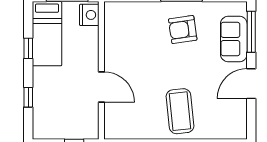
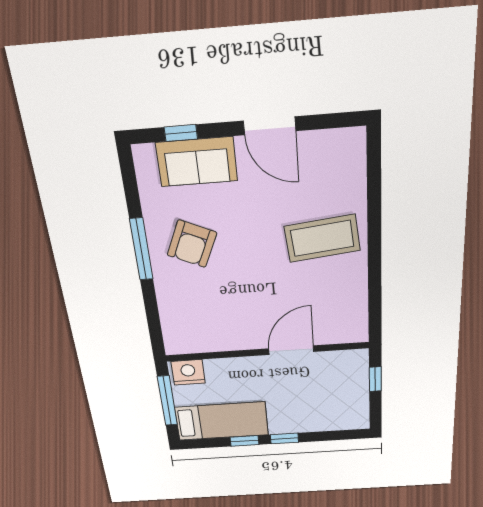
armchair: (183, 29) -> (192, 244), turned 32
window: (251, 32) -> (181, 133), width x0.46
window: (28, 97) -> (284, 438), moved

